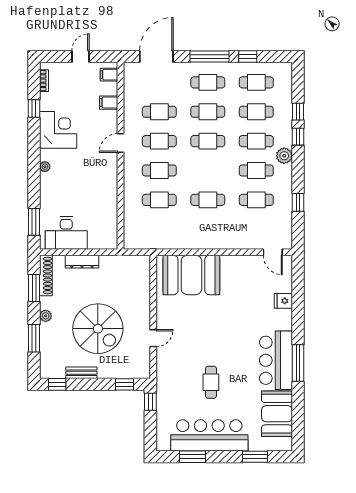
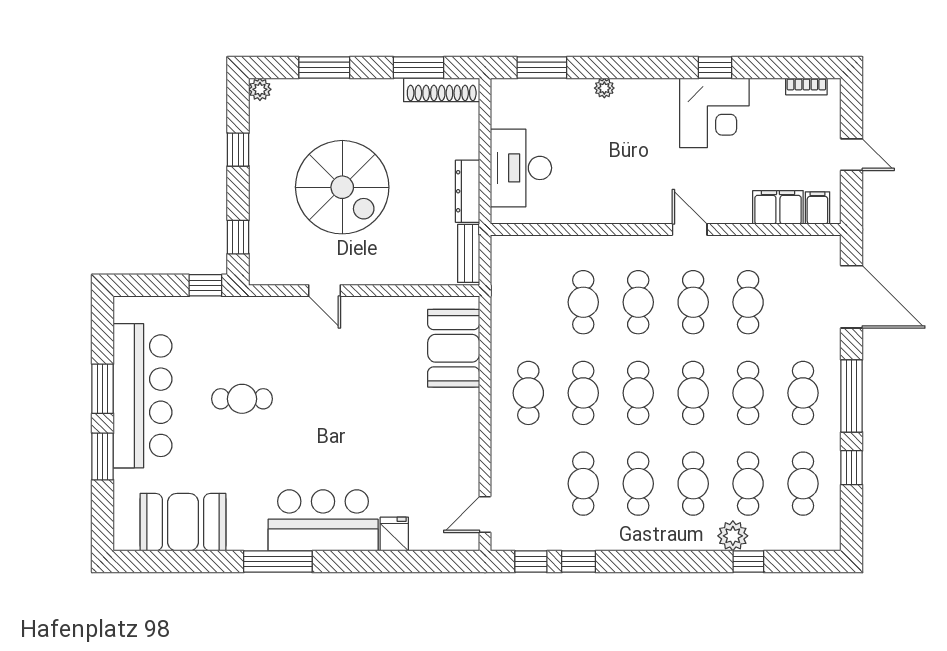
filing cabinet: (109, 103) -> (778, 207), width x2.00
window: (34, 109) -> (715, 68), moved
window: (298, 137) -> (531, 562), moved
plant: (284, 156) -> (733, 536), moved
plant: (45, 167) -> (604, 88), moved
cafe table: (208, 170) -> (638, 393), added
cafe table: (208, 229) -> (528, 393), added
desk: (66, 233) -> (521, 168), moved
dresser: (82, 262) -> (468, 191), moved
booth: (191, 275) -> (454, 348), width x0.73, depth x0.70
plant: (46, 316) -> (260, 89), moved
spiral stairs: (98, 329) -> (342, 187), turned -90
bar counter: (276, 360) -> (323, 520), moved
bench: (81, 373) -> (469, 253), moved
window: (57, 384) -> (238, 150), moved
window: (193, 457) -> (103, 389), moved
window: (255, 457) -> (103, 457), moved

